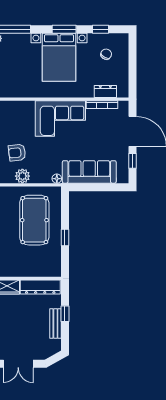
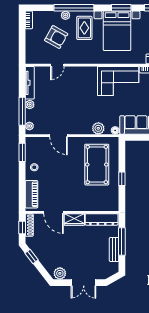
rug: (19, 54) -> (84, 28), added
armchair: (17, 153) -> (83, 109), removed
plant: (22, 176) -> (98, 128), moved
window: (65, 314) -> (122, 242), width x2.17

